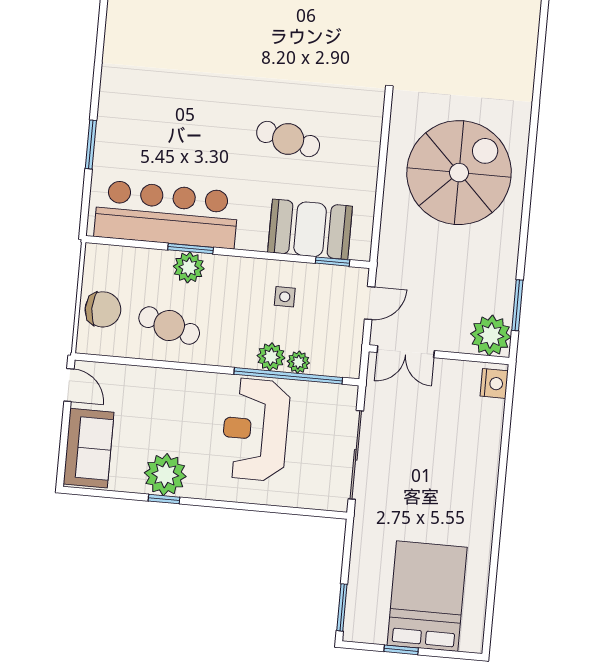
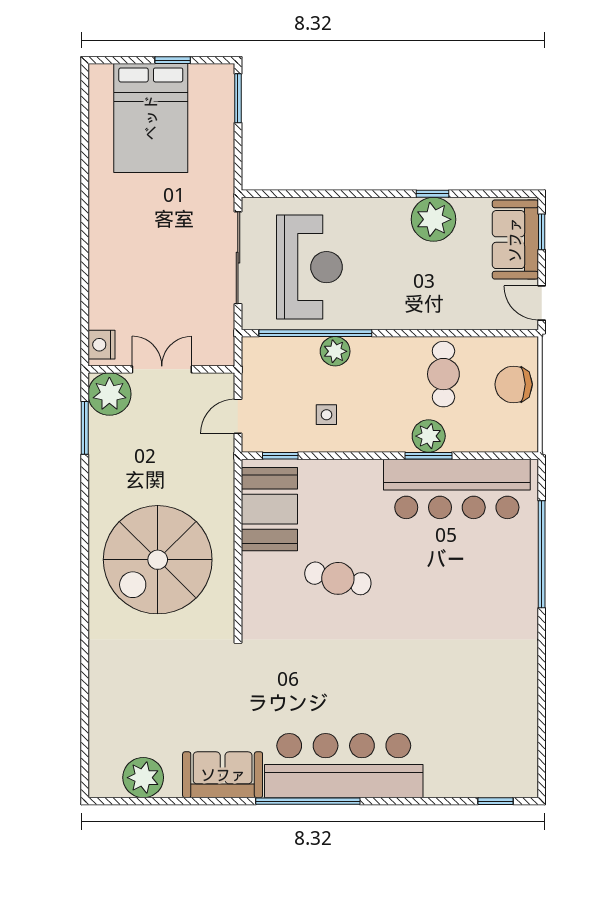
window: (91, 144) -> (542, 554), width x2.11
booth: (310, 229) -> (269, 509), moved, turned 90
cafe table: (169, 326) -> (443, 374), turned 73
double door: (406, 352) -> (162, 369), moved
plant: (298, 362) -> (306, 348), removed
reception desk: (255, 430) -> (309, 267), moved
window: (63, 453) -> (542, 232), added

